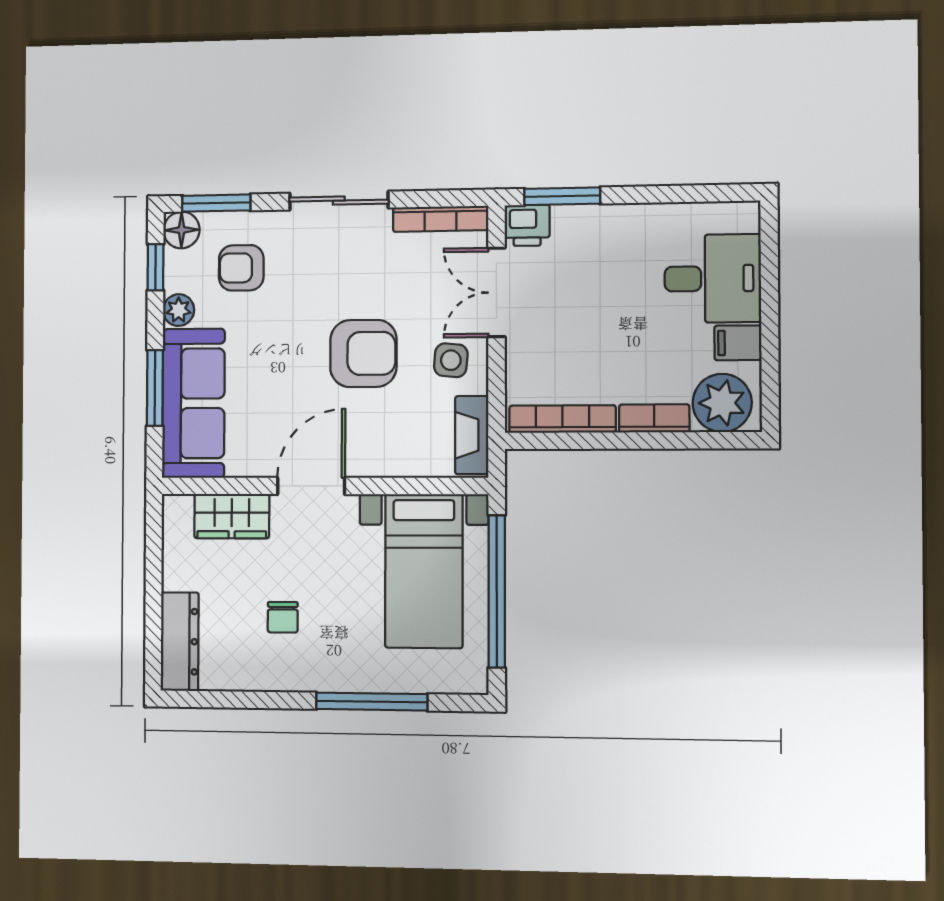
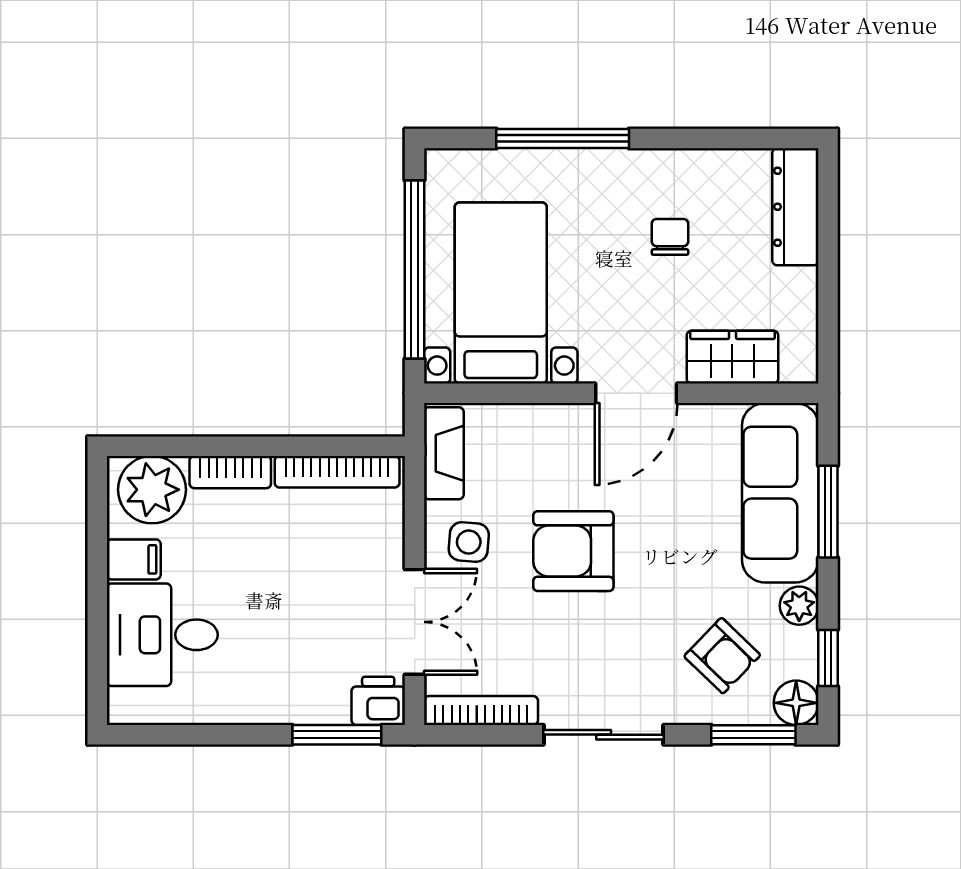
armchair: (241, 268) -> (722, 656), turned 44

